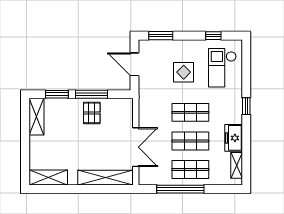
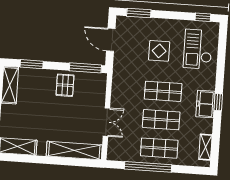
window: (213, 36) -> (203, 17), moved
window: (91, 94) -> (85, 68), moved
window: (246, 106) -> (218, 102), moved
freezer: (234, 138) -> (205, 104), moved
double door: (136, 147) -> (106, 122), width x0.73

